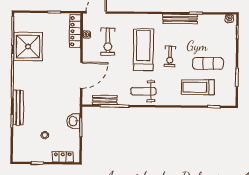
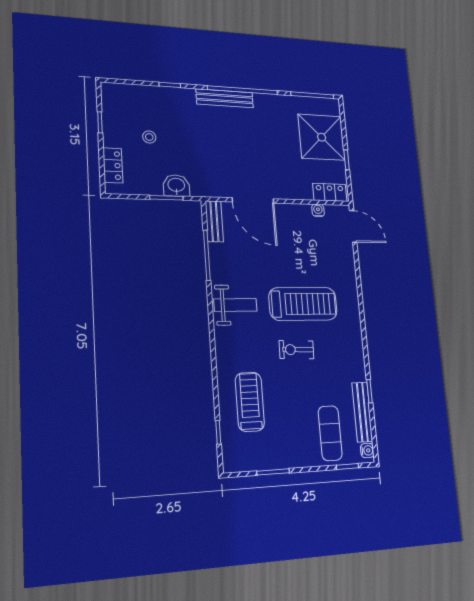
bench: (180, 19) -> (362, 412), moved
locker: (75, 31) -> (330, 192), width x0.66
exercise bike: (108, 42) -> (310, 245), removed
shower: (28, 46) -> (322, 137), moved
exercise mat: (208, 63) -> (330, 433), moved
weight bench: (143, 91) -> (235, 305), turned 90
bench: (105, 100) -> (214, 221), moved
bench: (18, 108) -> (225, 98), moved

